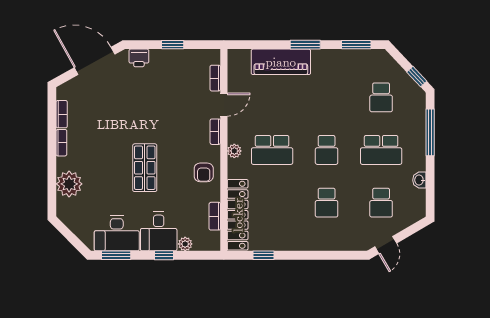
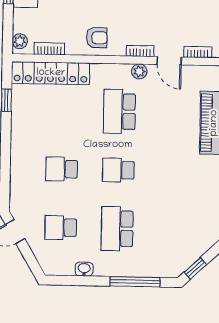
school desk: (381, 97) -> (174, 230), removed
plant: (234, 151) -> (139, 71), moved
armchair: (204, 172) -> (97, 38), turned 180
plant: (185, 244) -> (20, 41), moved

